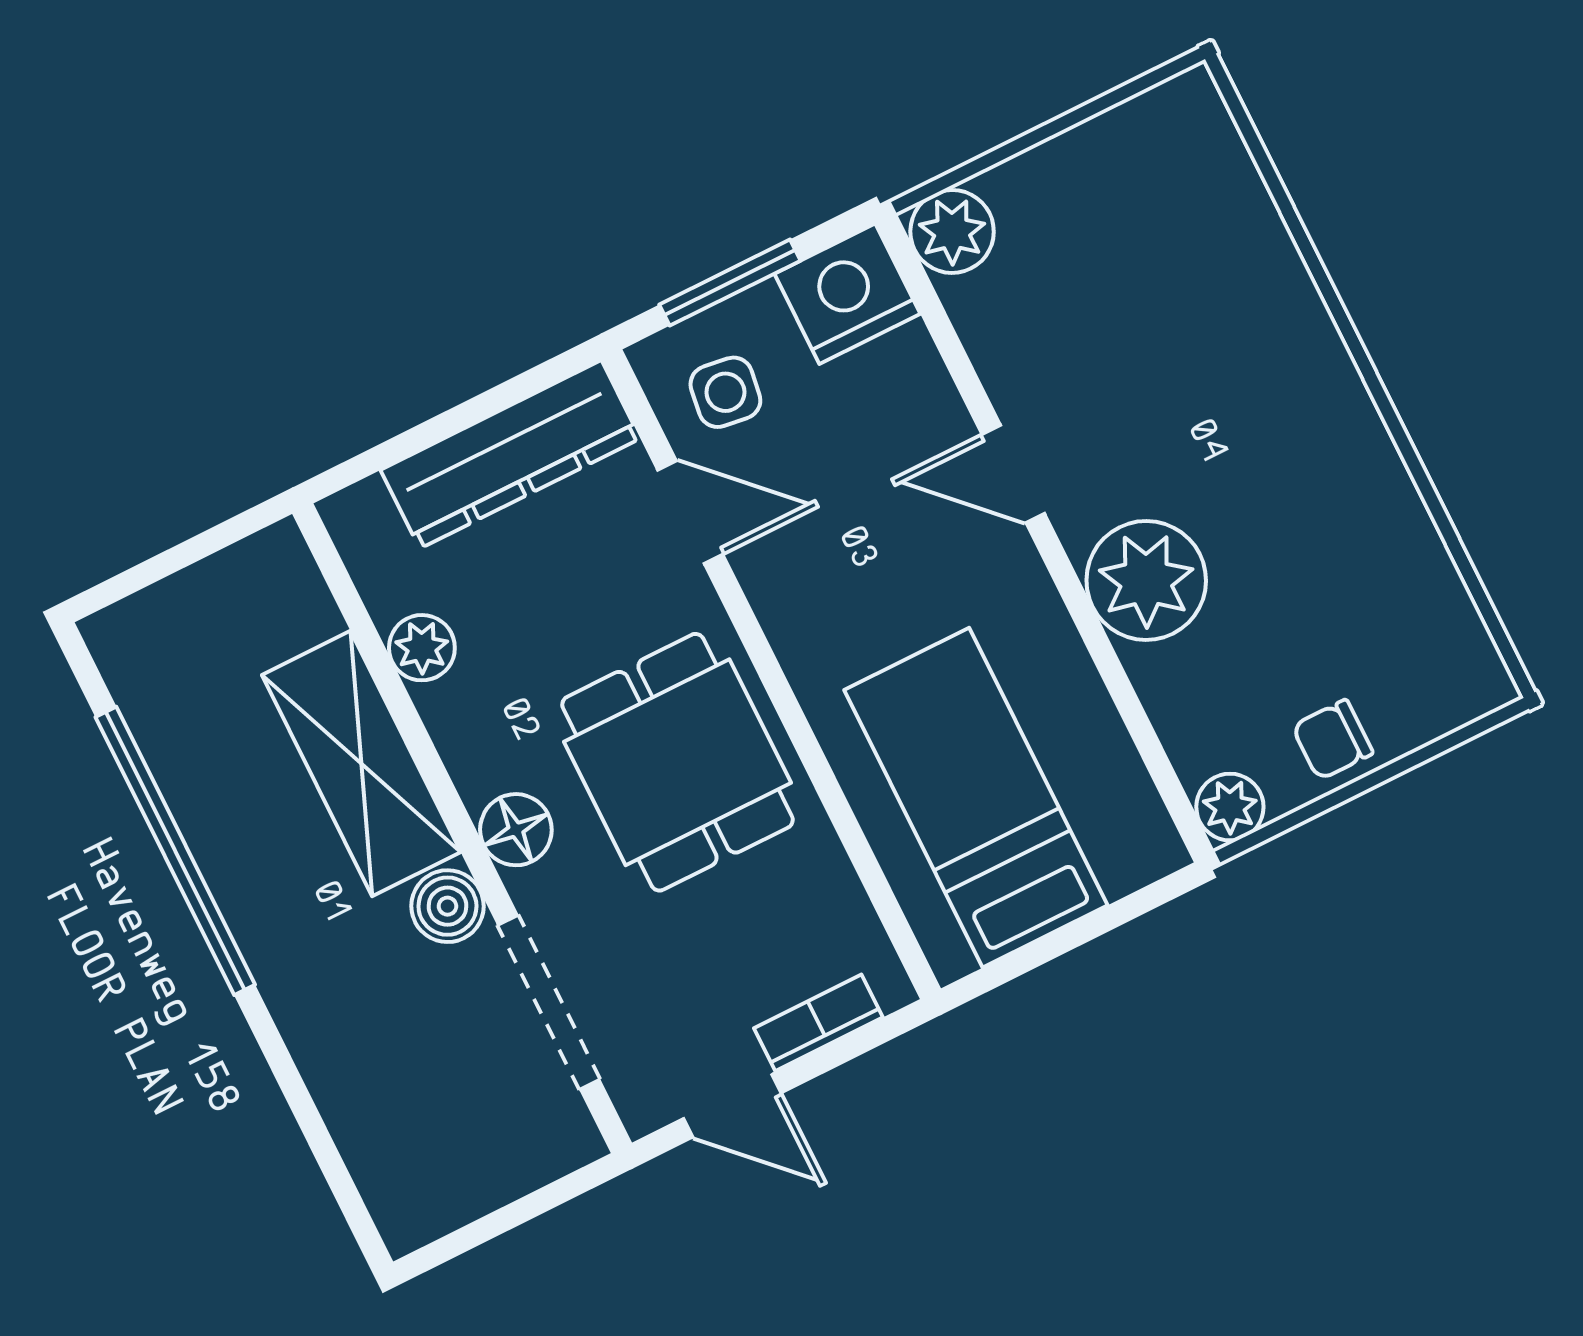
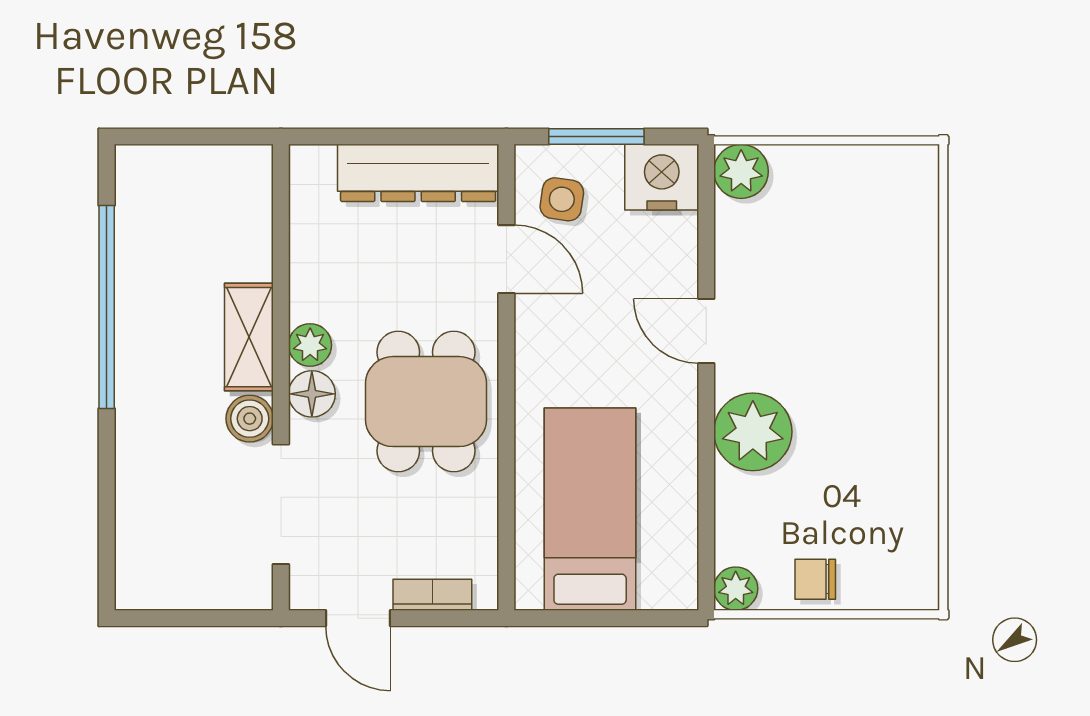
plant: (422, 648) -> (310, 345), moved
shelving: (361, 763) -> (249, 337), width x0.67, depth x0.75

